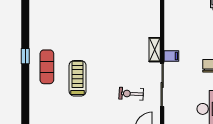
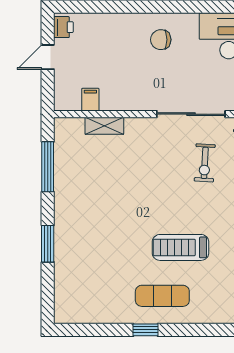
shelving: (155, 50) -> (104, 126), moved
filing cabinet: (171, 56) -> (90, 100), moved

